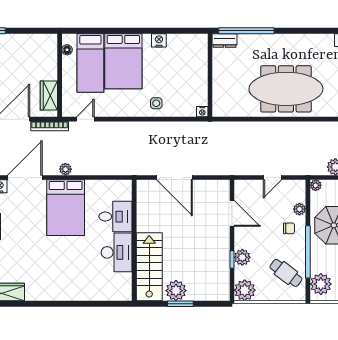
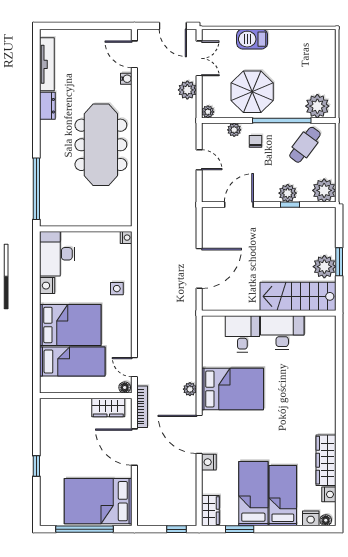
dresser: (225, 41) -> (47, 106), moved
floor lamp: (67, 50) -> (125, 387), moved
desk: (188, 50) -> (57, 254), added

